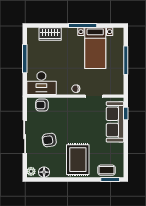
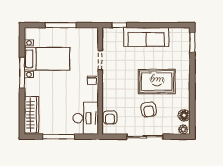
wardrobe: (50, 34) -> (31, 115), width x1.50
sofa: (115, 122) -> (146, 37), moved
rug: (78, 160) -> (157, 82), moved
coffee table: (106, 170) -> (182, 46), removed

